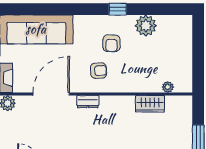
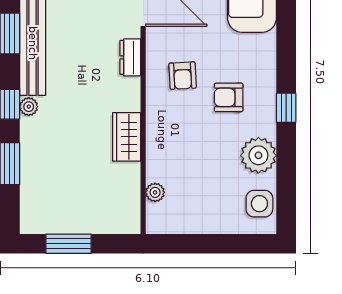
side table: (174, 25) -> (259, 204), added
wardrobe: (150, 104) -> (127, 137), moved

